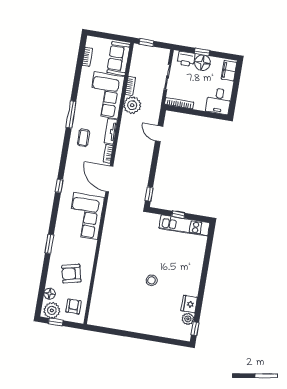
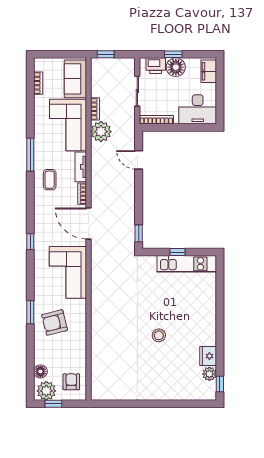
desk: (219, 101) -> (198, 109), width x1.37
armchair: (71, 274) -> (55, 322), moved

